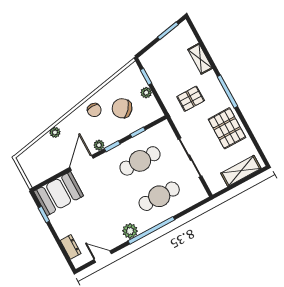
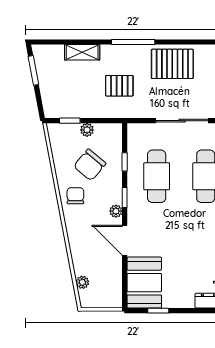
pallet: (191, 99) -> (119, 86), turned 90
chair: (94, 110) -> (75, 196), turned -89
plant: (55, 132) -> (82, 282), moved

